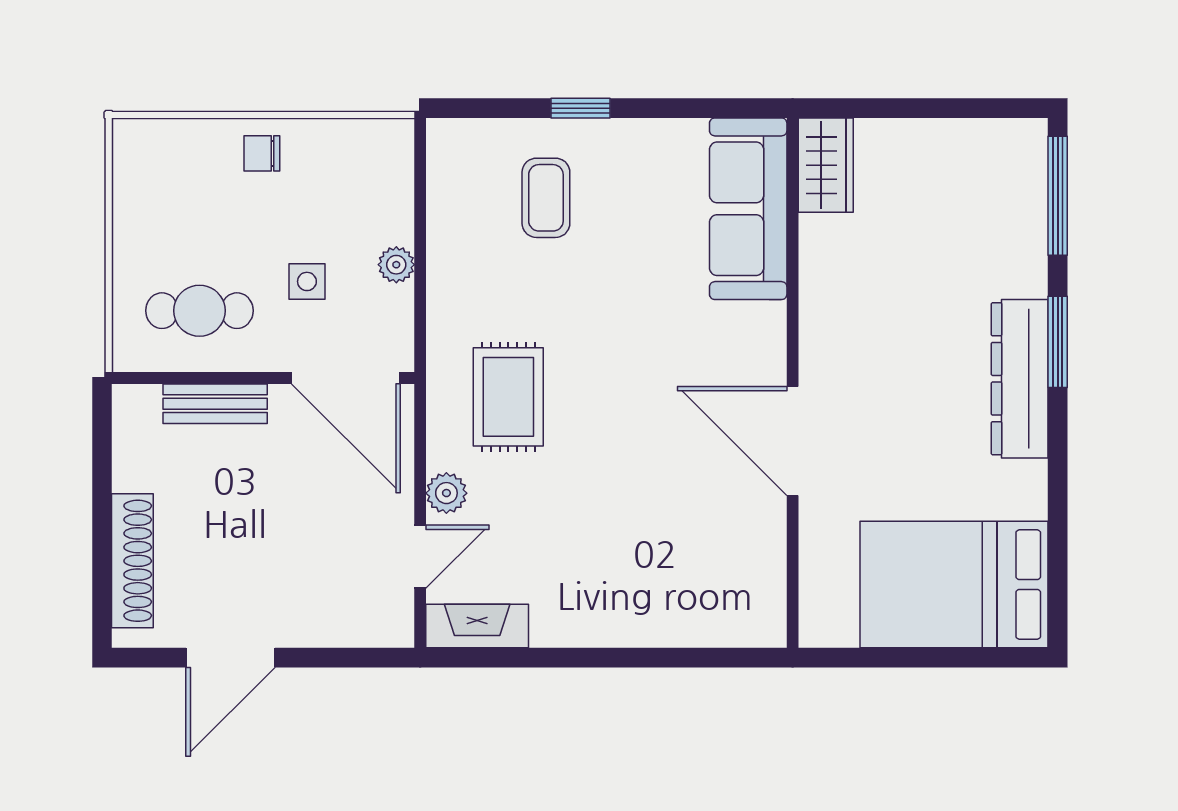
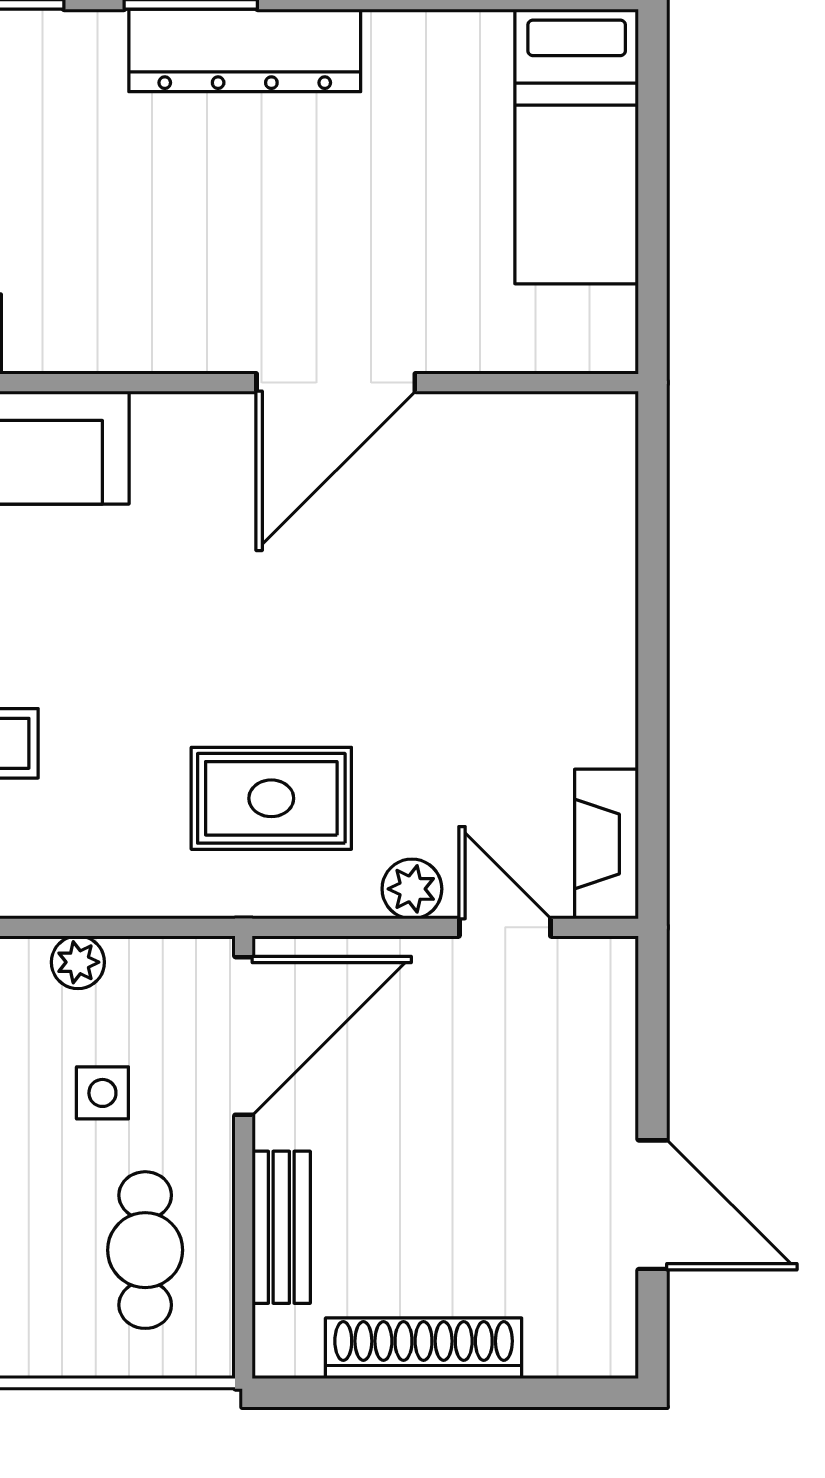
shoe rack: (132, 561) -> (424, 1348), moved
bed: (954, 585) -> (577, 146), width x0.67

